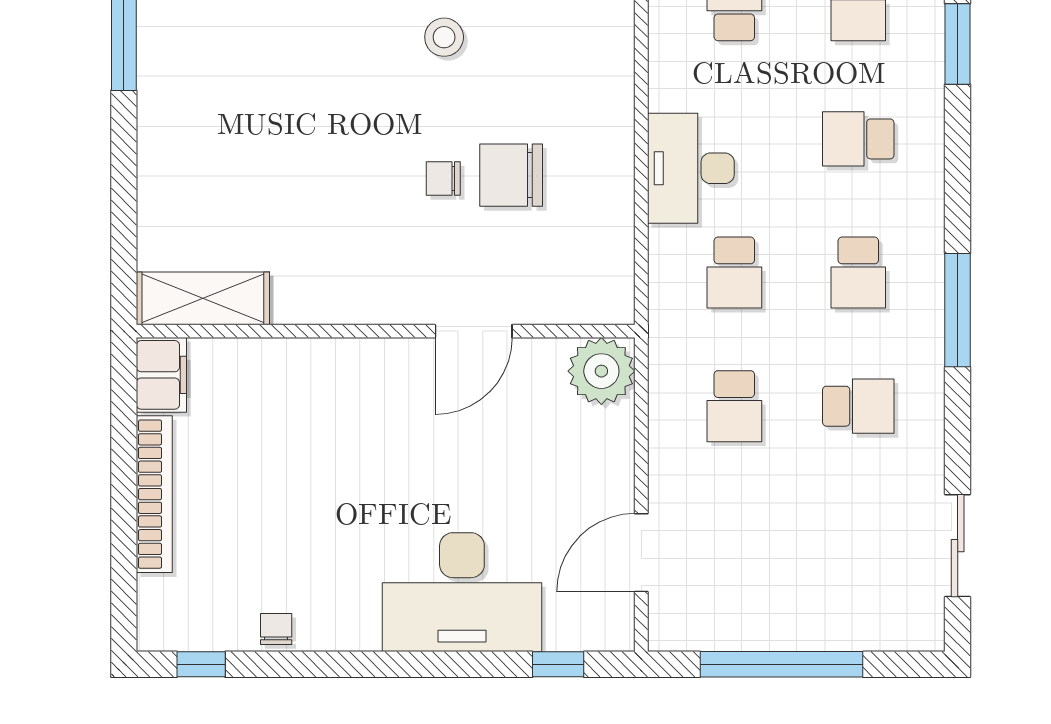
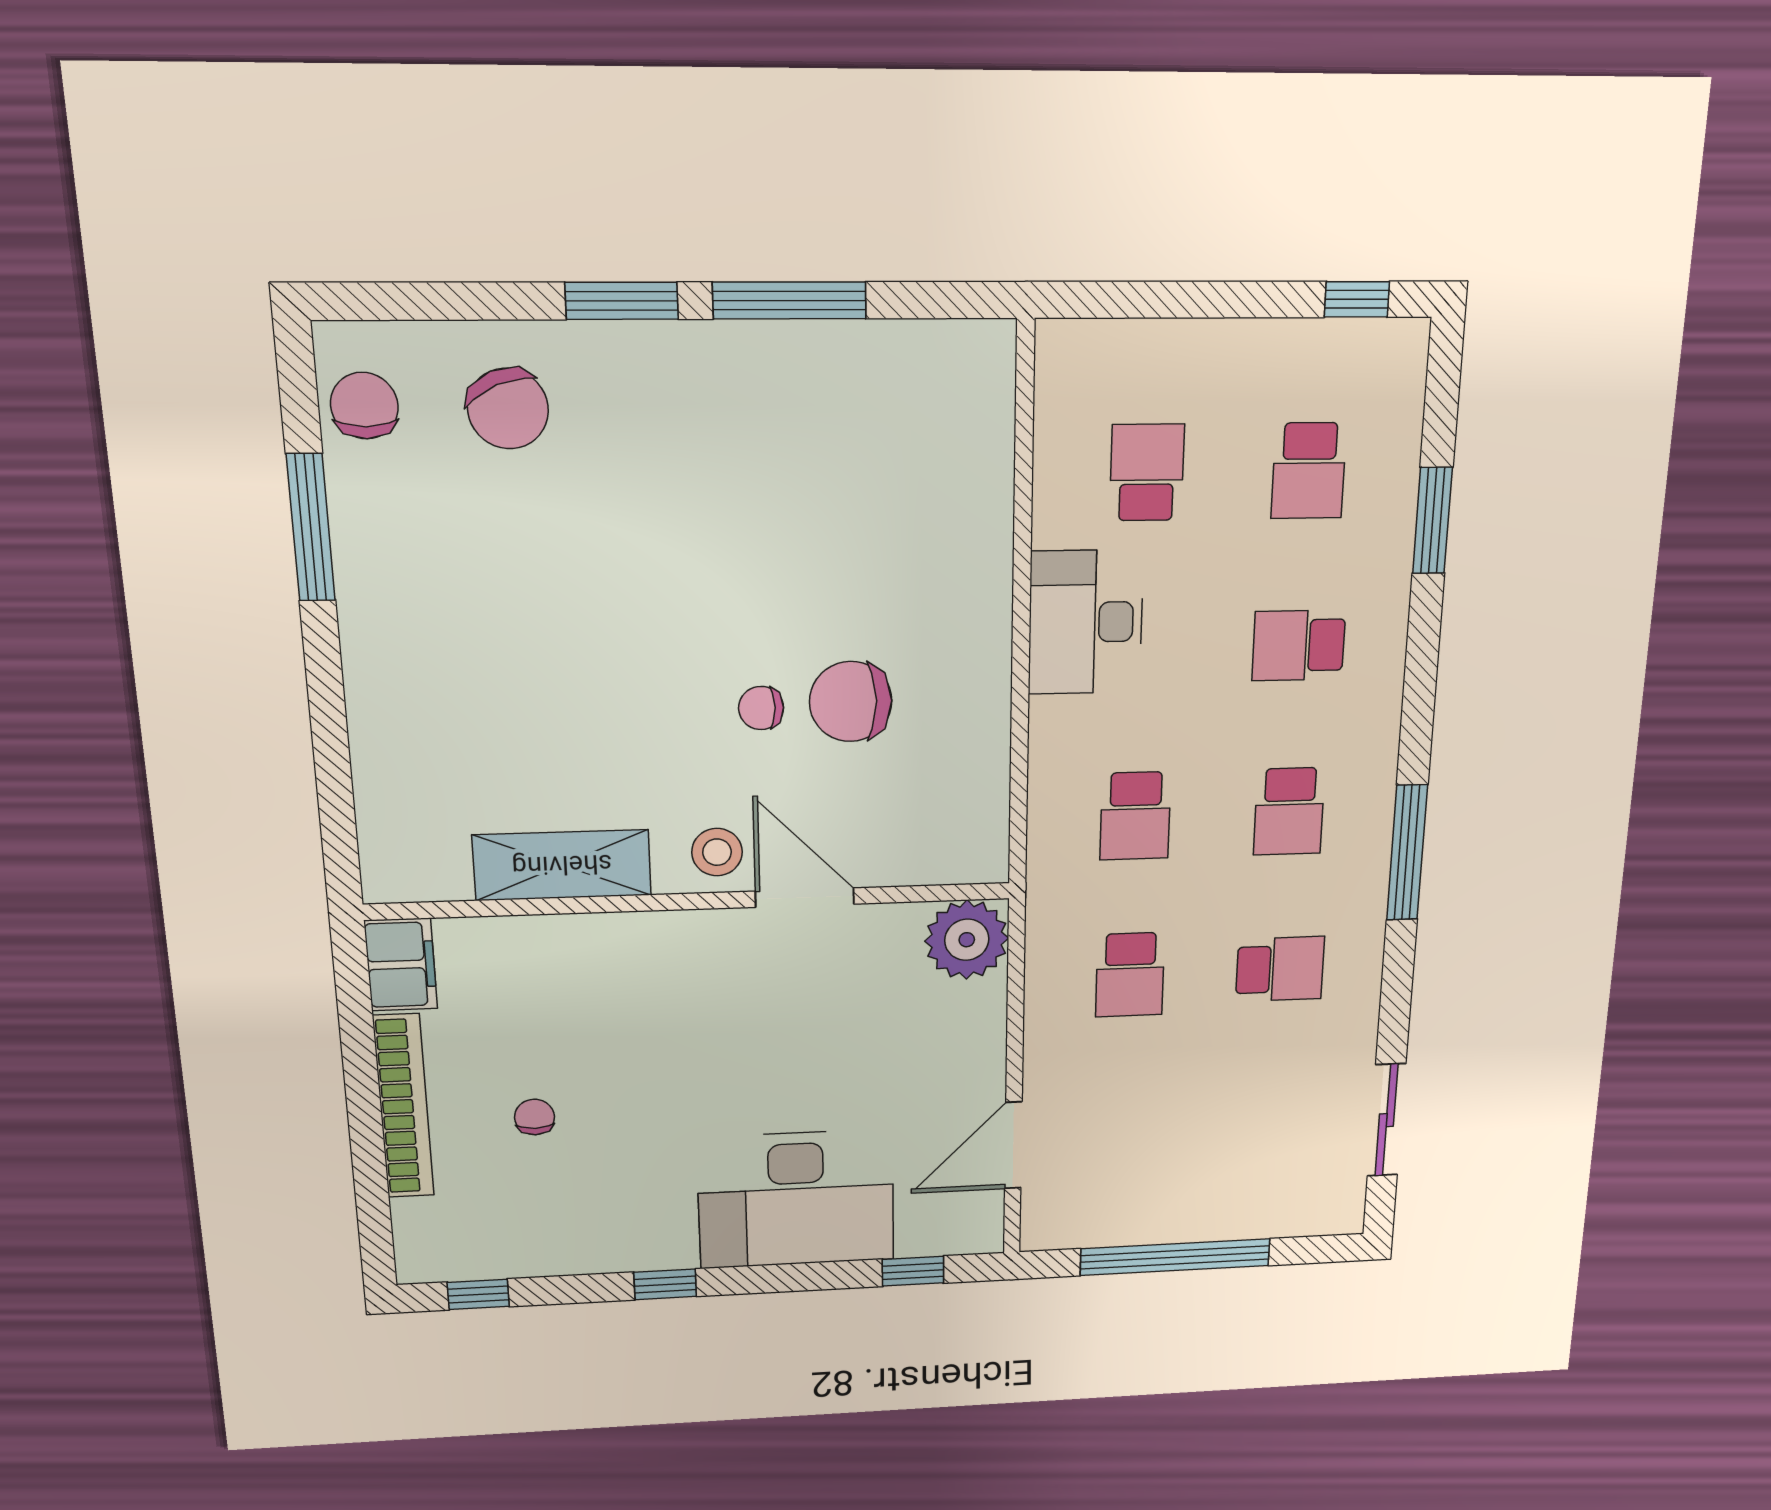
stool: (444, 37) -> (717, 852), moved
desk: (691, 168) -> (1086, 622), moved
shelving: (203, 298) -> (562, 865), moved
door: (474, 331) -> (805, 898), swing flipped
chair: (276, 629) -> (535, 1117), moved
window: (353, 664) -> (665, 1284), added

